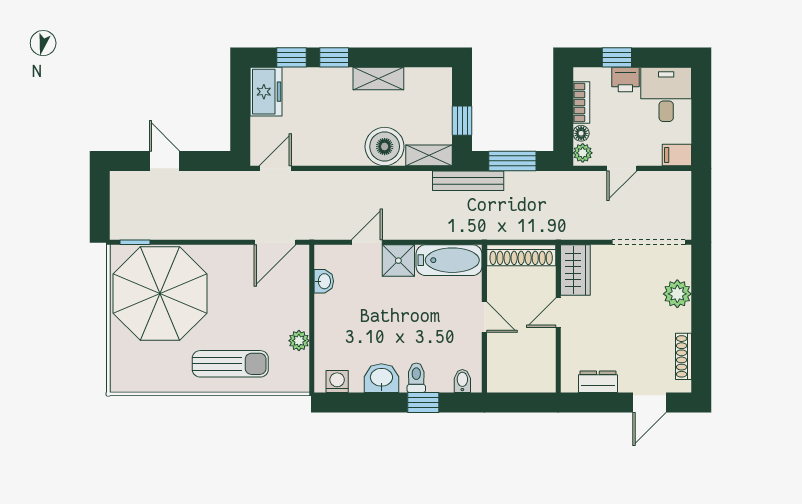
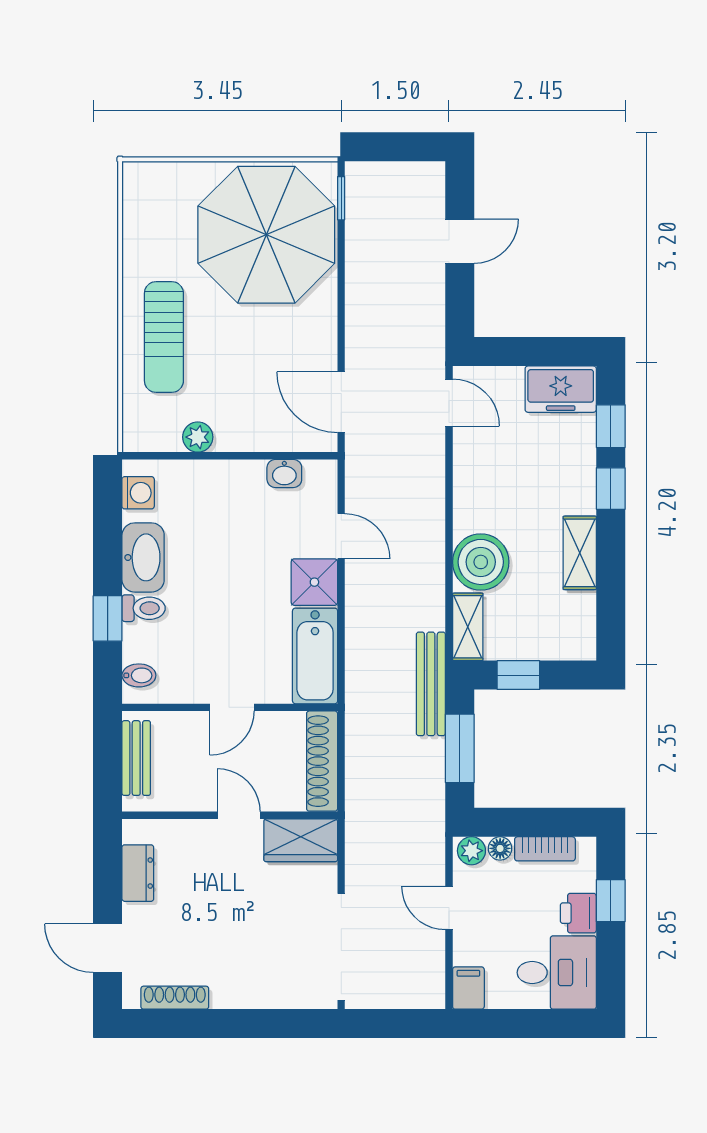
plant: (677, 294) -> (266, 989), removed
washbasin: (381, 378) -> (143, 557), width x1.38
bench: (519, 383) -> (136, 758), added

